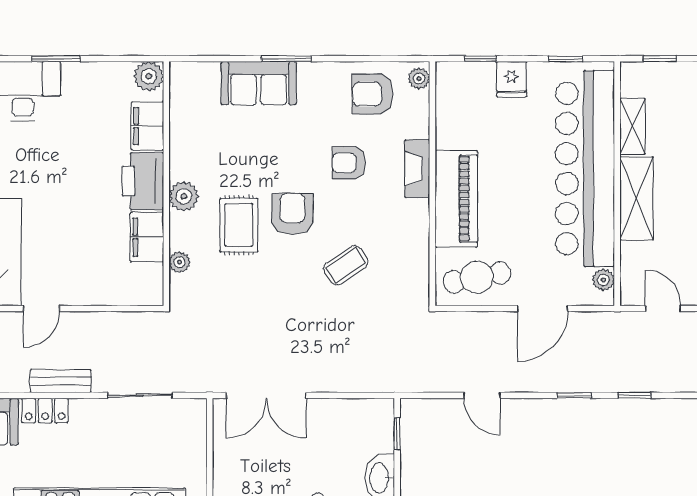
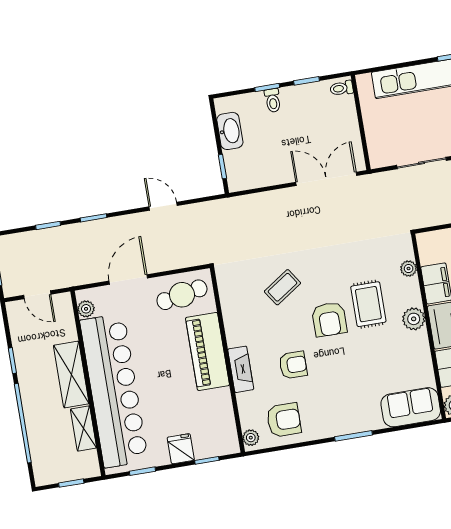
sofa: (259, 83) -> (411, 407), moved

